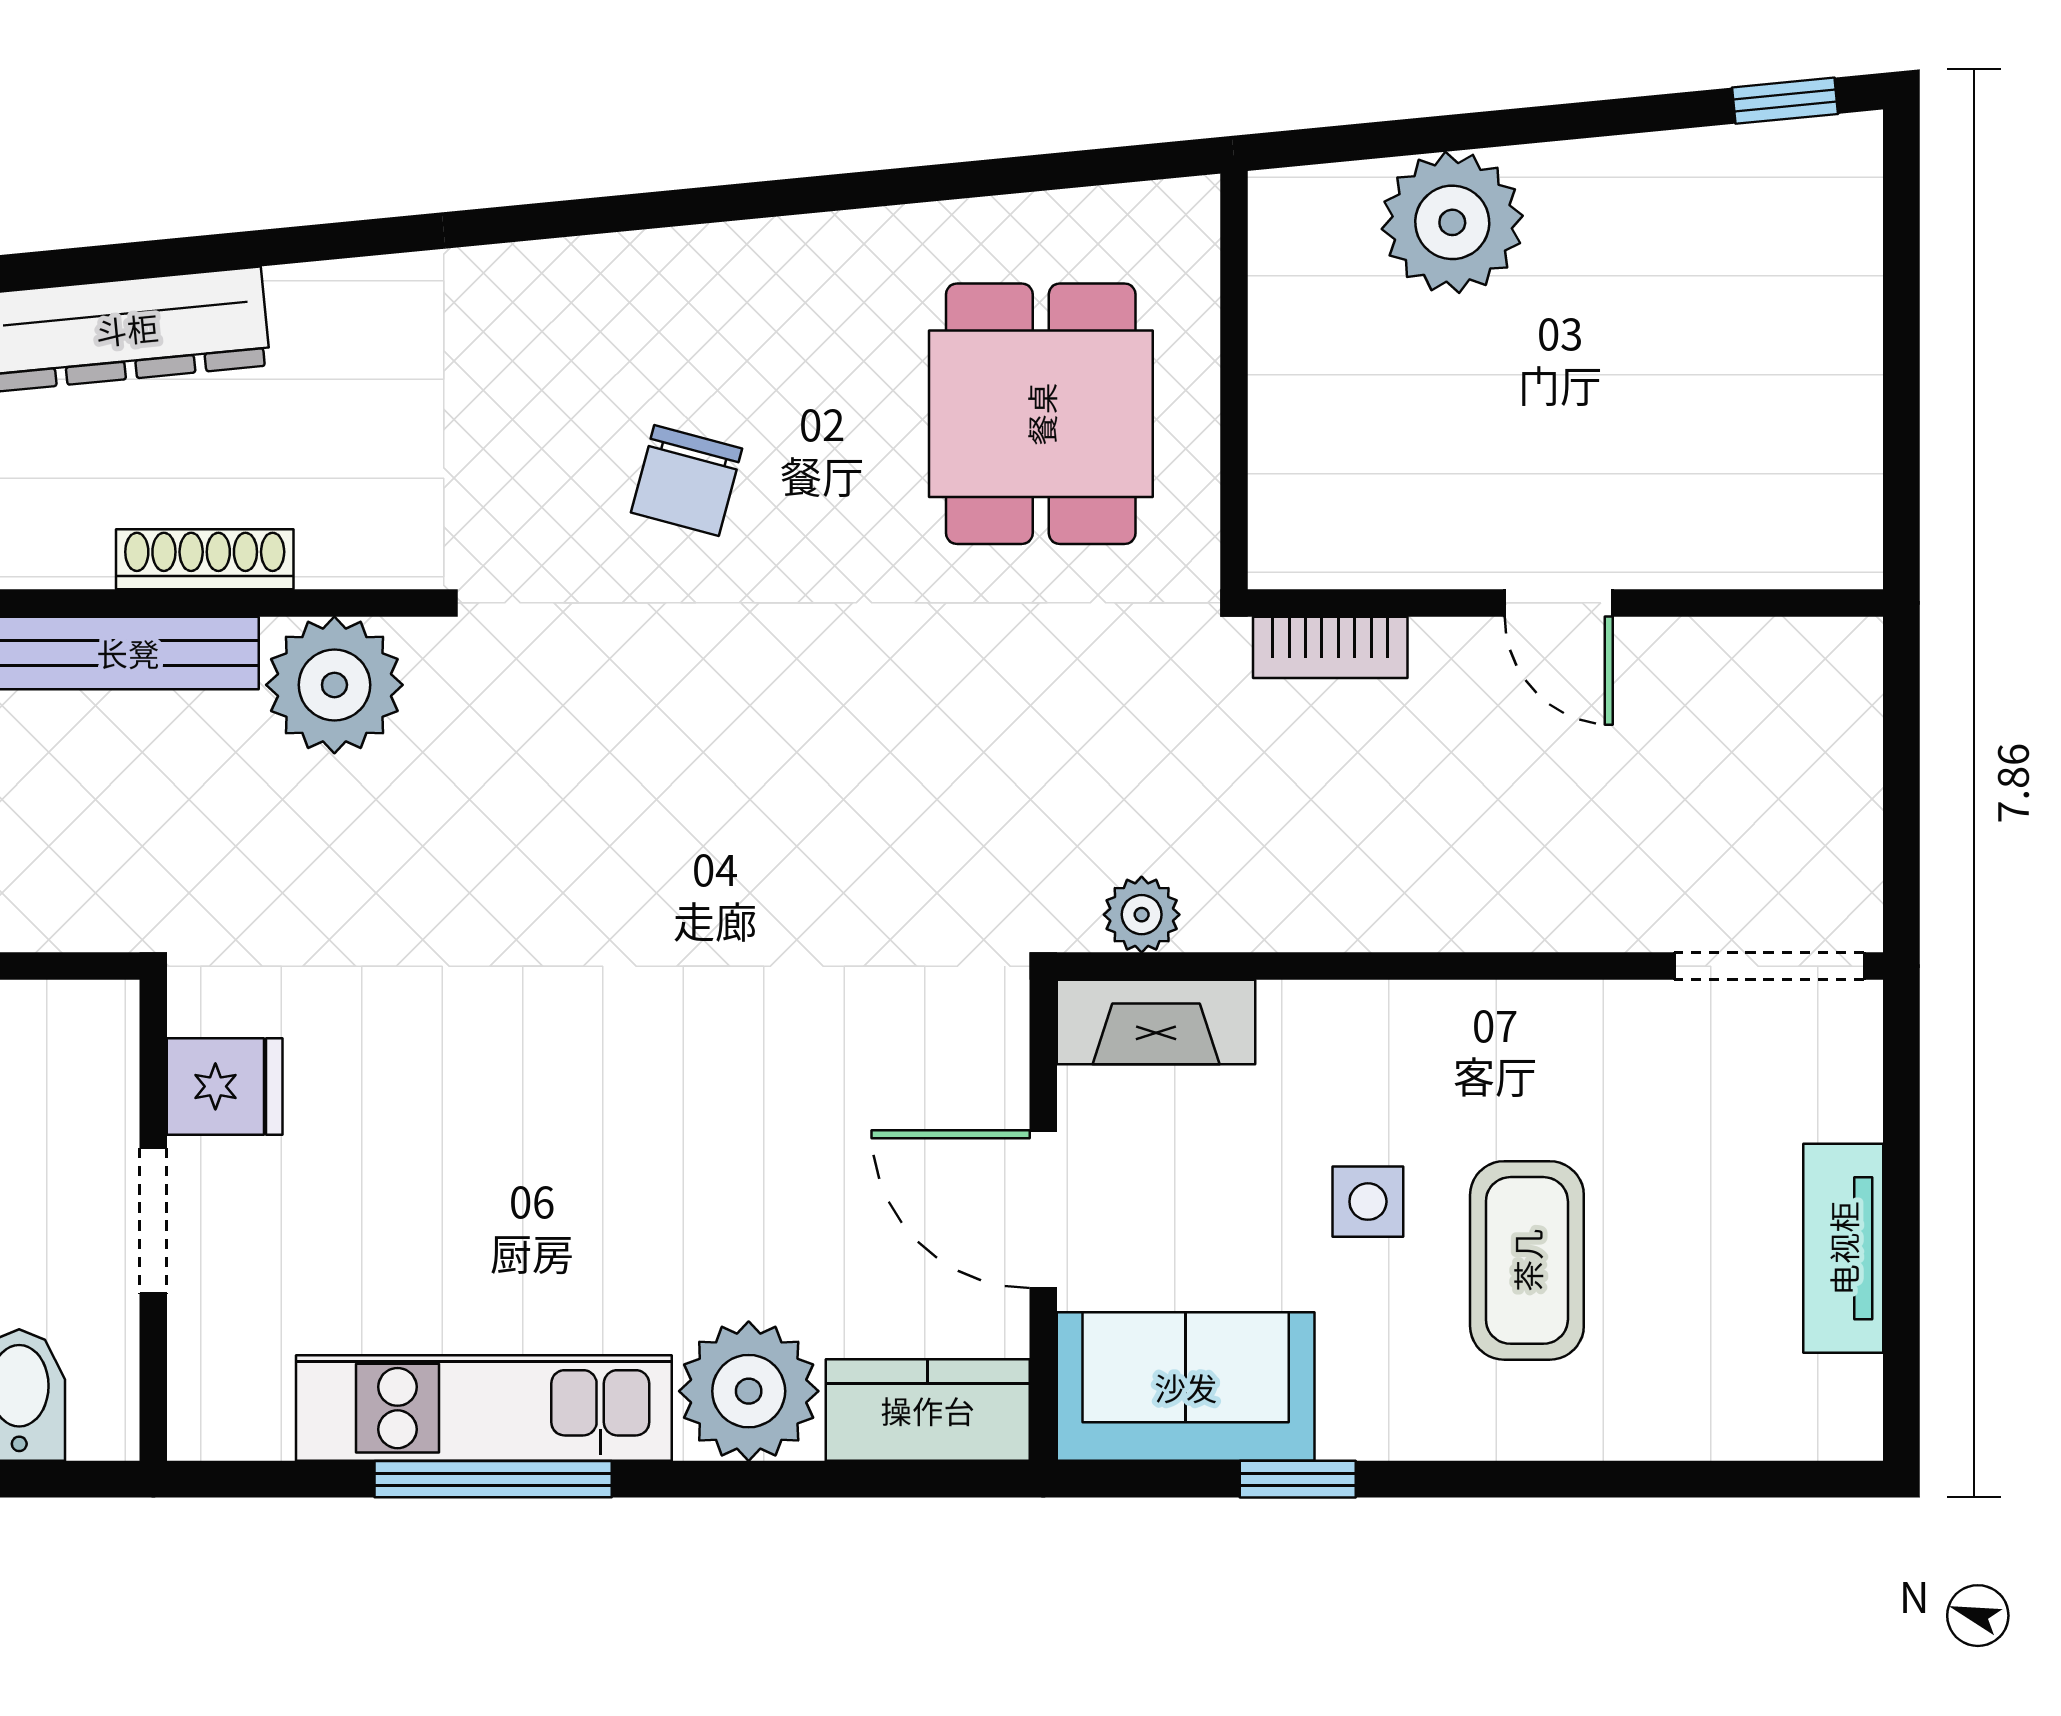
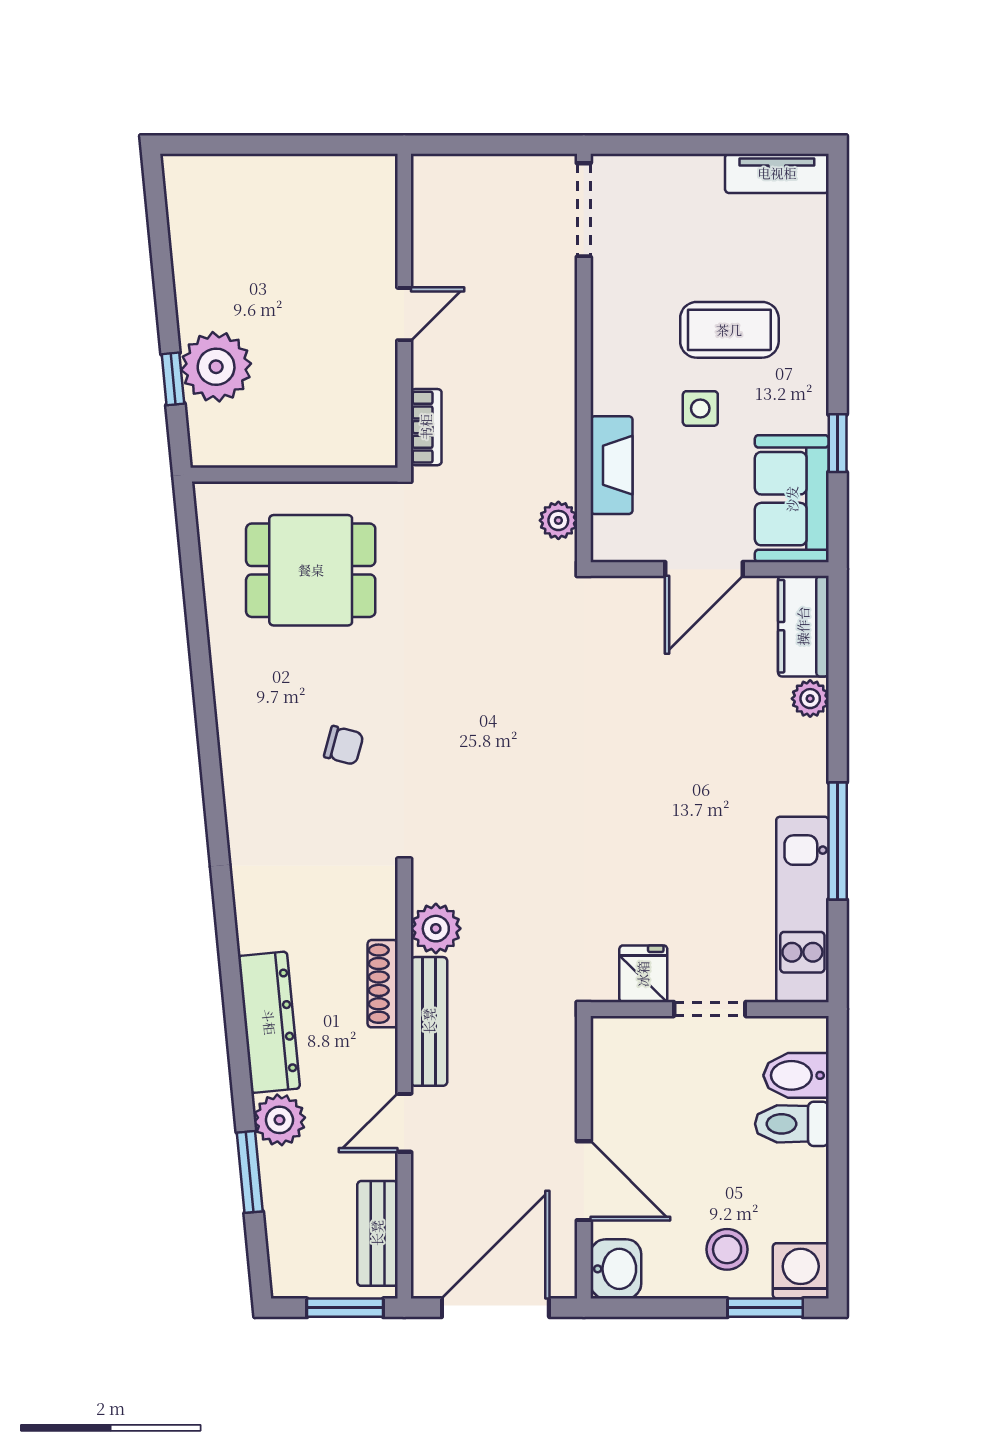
window: (1785, 101) -> (173, 379), moved
chair: (687, 481) -> (344, 745), width x0.73, depth x0.73
plant: (334, 685) -> (436, 929), width x0.73, depth x0.73
fireplace: (1156, 1022) -> (612, 465), moved
tv unit: (1843, 1248) -> (777, 173), moved
plant: (749, 1391) -> (810, 699), width x0.53, depth x0.53
kitchen unit: (484, 1408) -> (802, 910), moved

